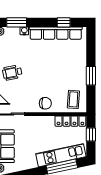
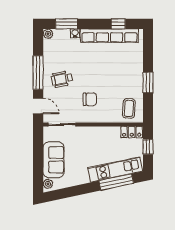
chair: (45, 103) -> (90, 99), moved
locker: (70, 121) -> (132, 132), width x0.66

